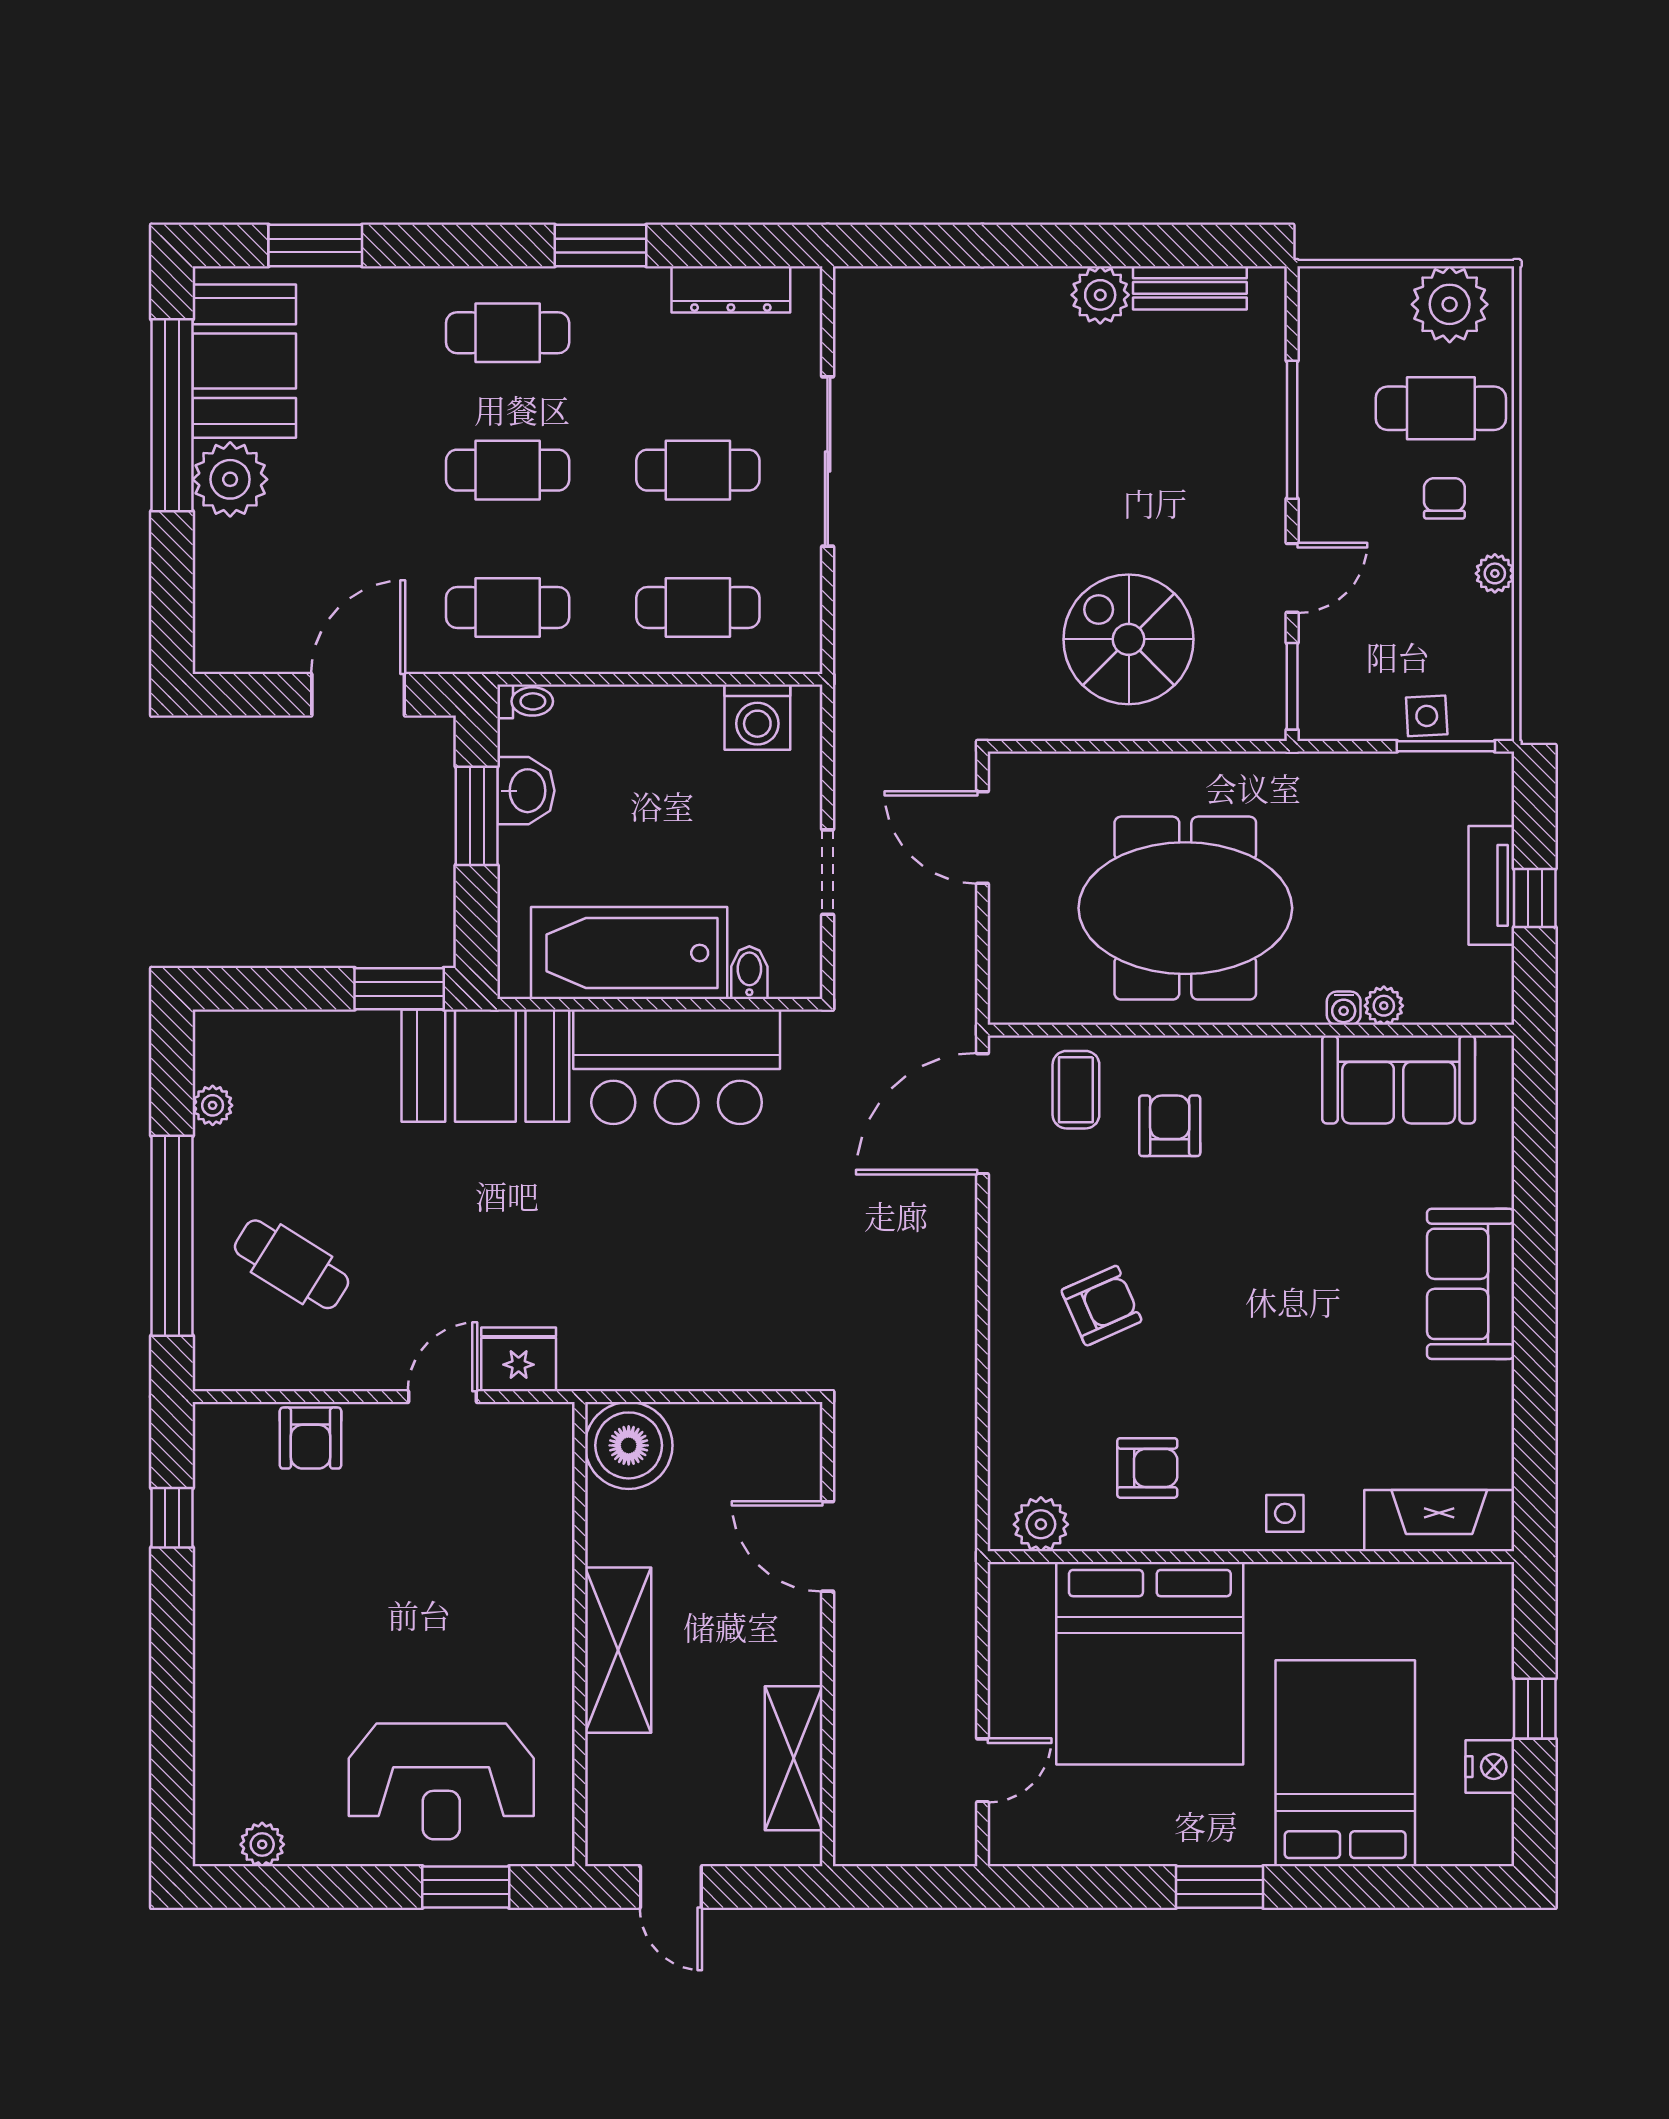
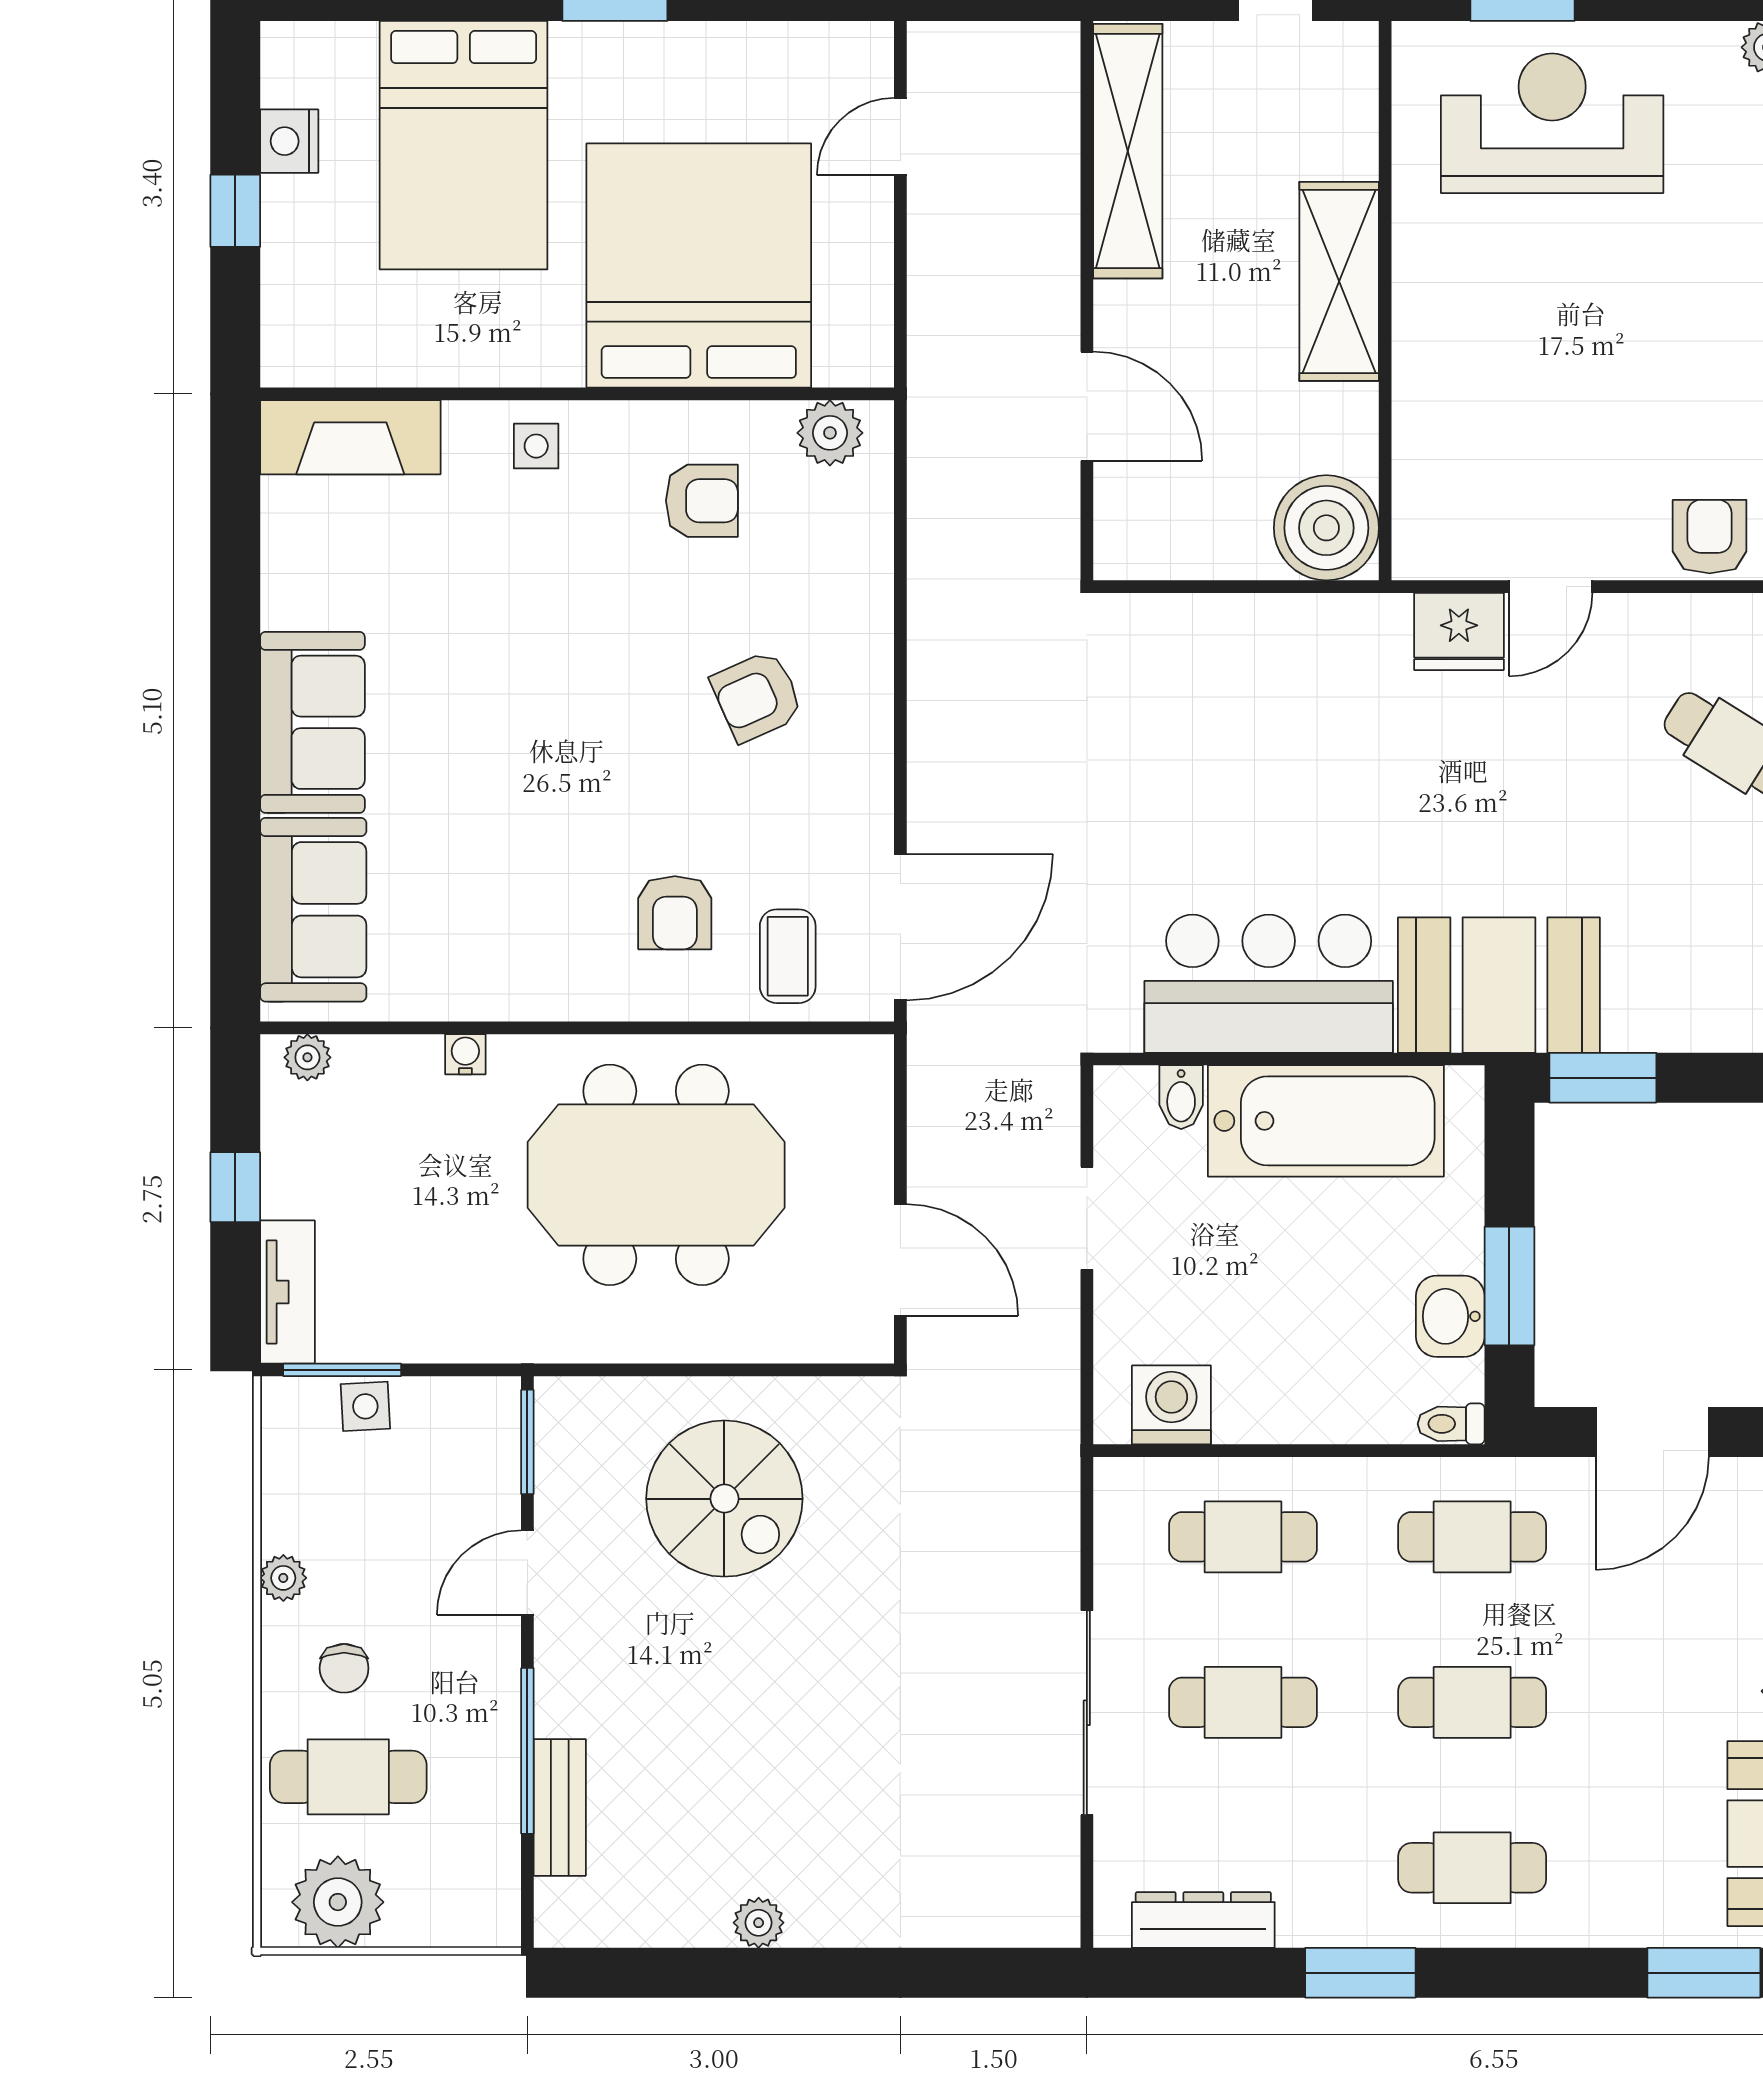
bench: (1190, 288) -> (560, 1807), moved, turned 90
plant: (1100, 295) -> (759, 1923), width x0.73, depth x0.73
tv unit: (1491, 885) -> (287, 1292), moved
plant: (1384, 1006) -> (307, 1057), moved
sofa: (1399, 1079) -> (313, 910), moved, turned 90
armchair: (1147, 1468) -> (702, 501), turned 180
shelving: (794, 1758) -> (1128, 151), width x1.47

